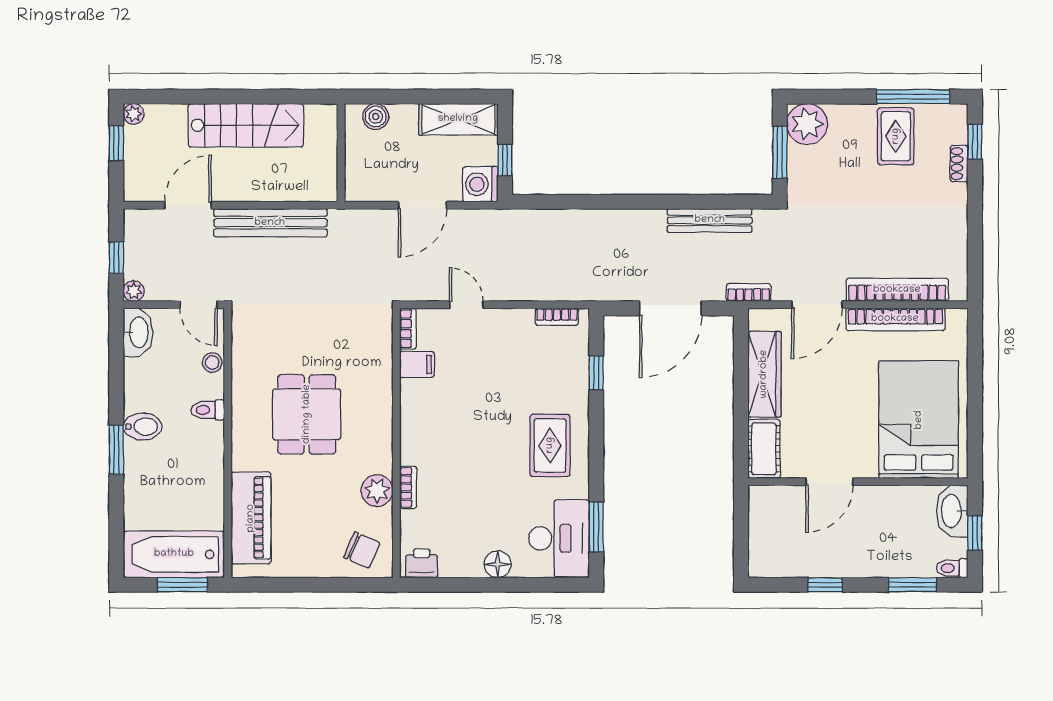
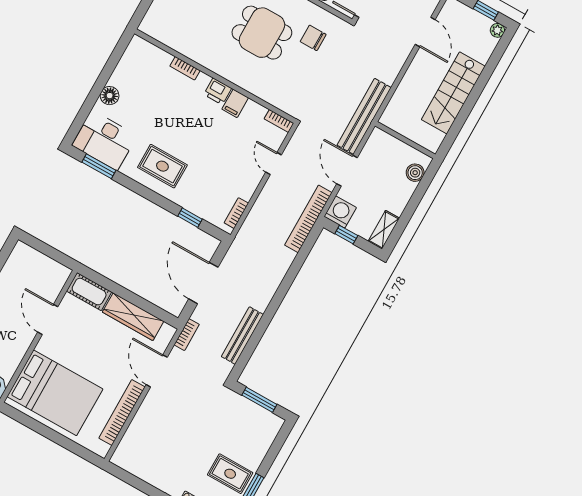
shelving: (458, 119) -> (384, 230), width x0.67, depth x0.75
plant: (807, 124) -> (267, 425), removed
bench: (270, 223) -> (364, 116), moved
bookcase: (897, 290) -> (308, 219), moved, turned 180
door: (466, 305) -> (274, 163), swing flipped
filing cabinet: (417, 364) -> (235, 103), moved
plant: (377, 490) -> (193, 49), removed
chair: (362, 550) -> (313, 38), moved, turned 66
printer: (422, 563) -> (218, 91), moved, turned 90

